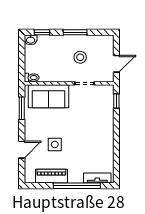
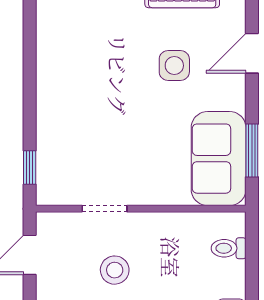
toilet: (32, 78) -> (229, 248), moved
sofa: (48, 96) -> (219, 159), moved, turned -90

